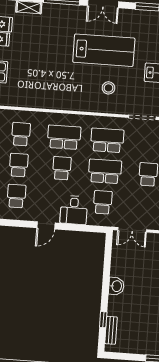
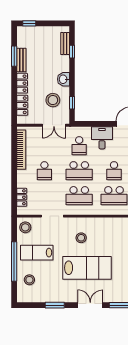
lab bench: (104, 50) -> (87, 268), turned 180
double door: (132, 230) -> (54, 125), swing flipped
window: (108, 256) -> (72, 103), added
stool: (131, 261) -> (53, 100), added

